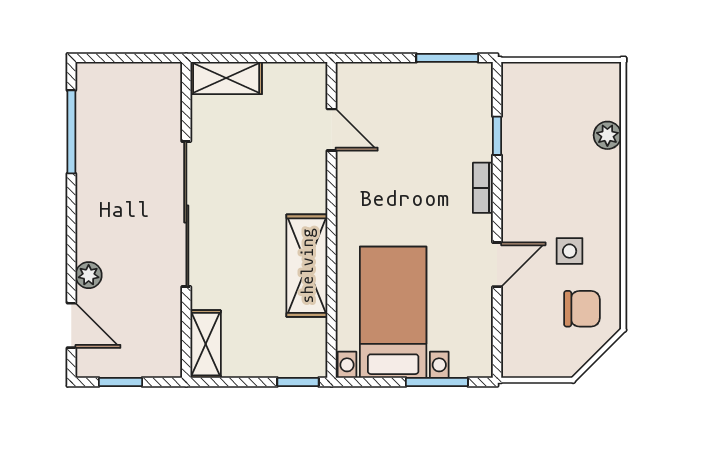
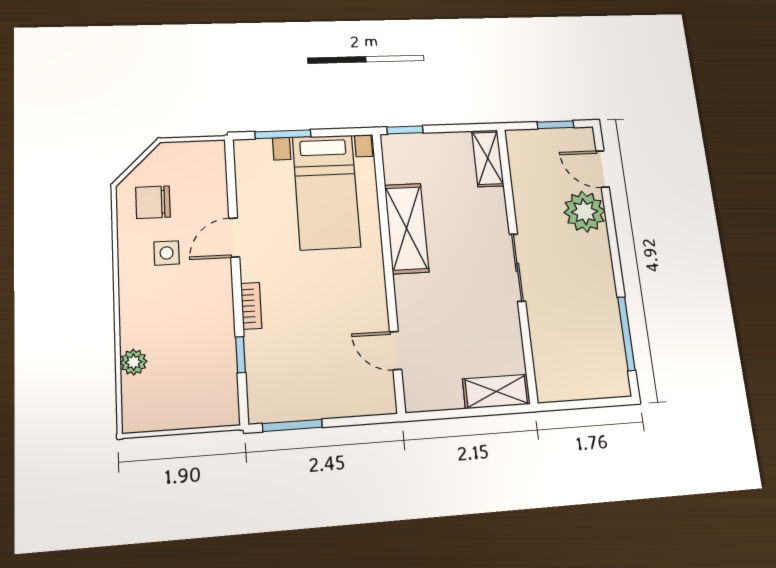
sliding door: (186, 214) -> (517, 268), width x0.54
plant: (89, 275) -> (585, 212), width x1.88, depth x1.88

